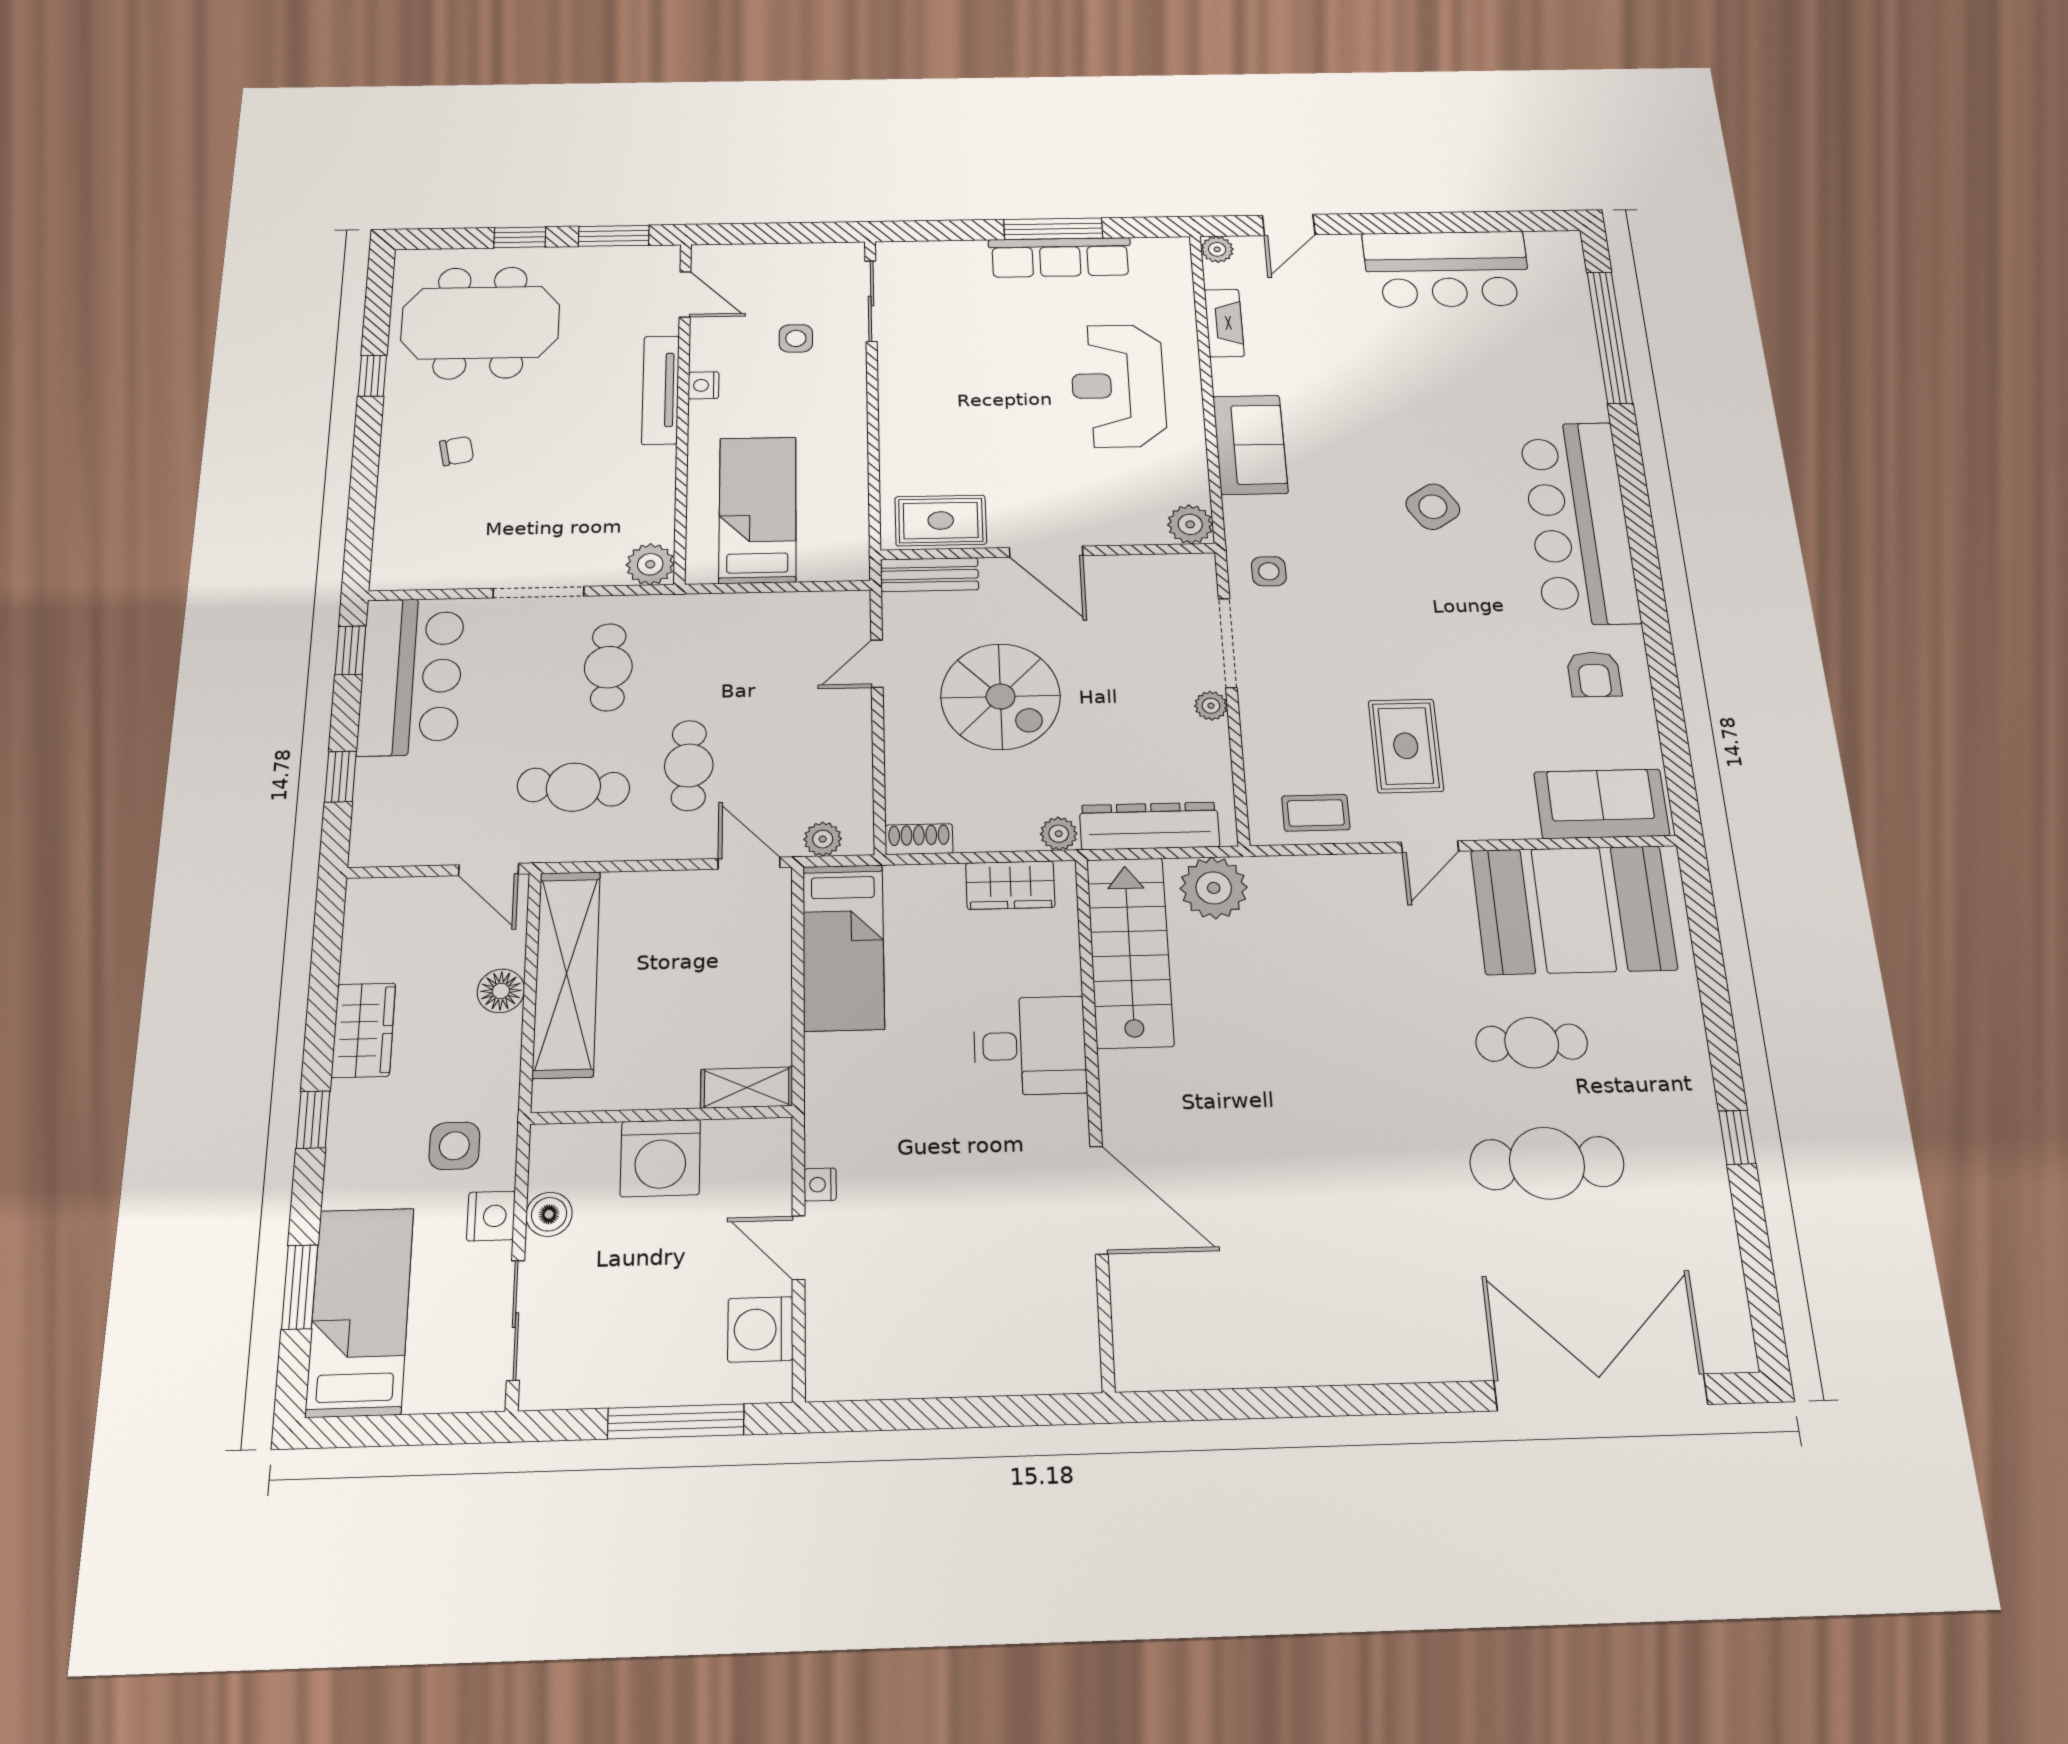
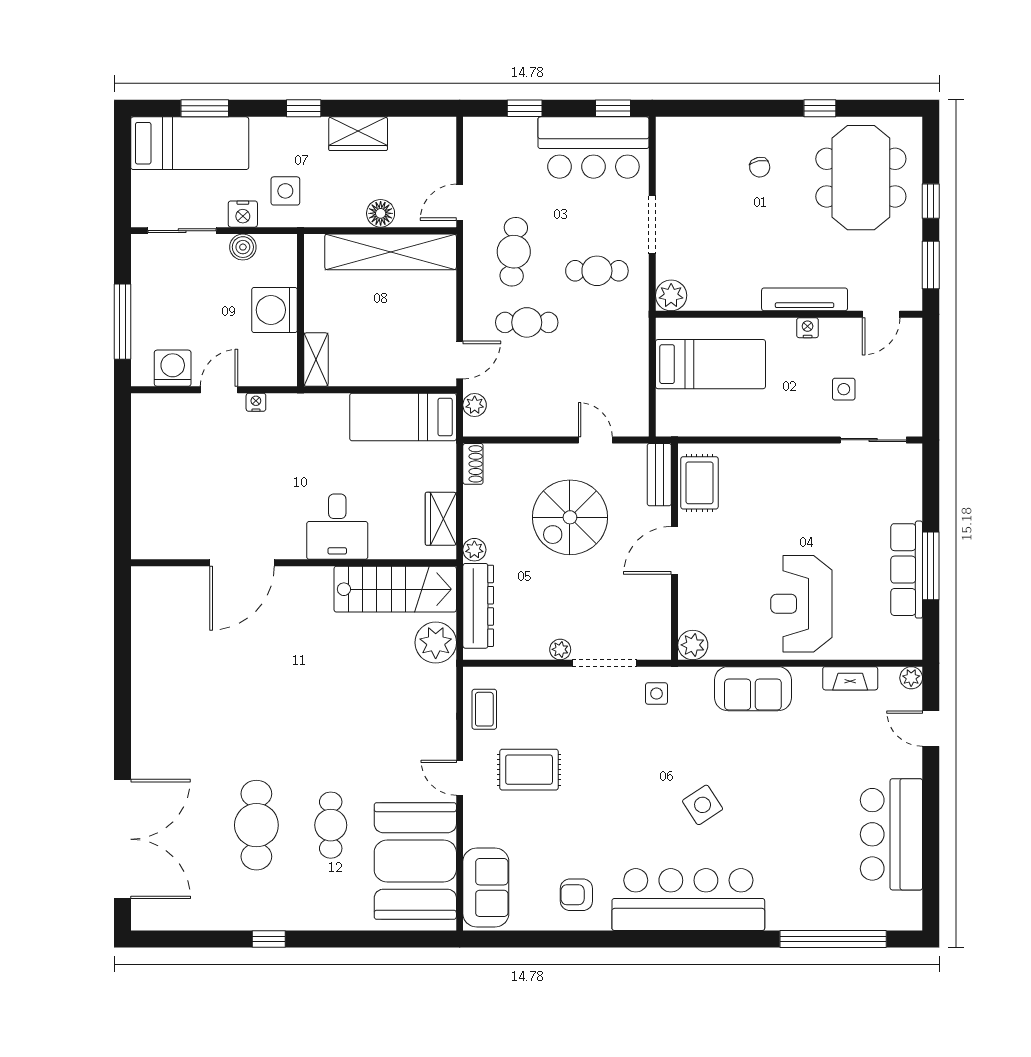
reception desk: (1118, 386) -> (801, 604), turned -90

